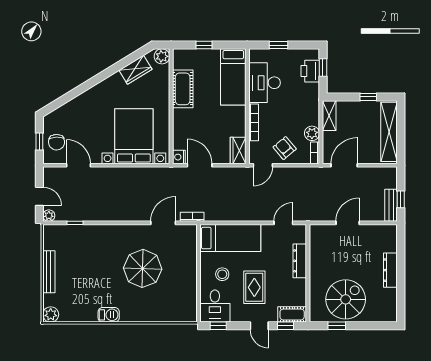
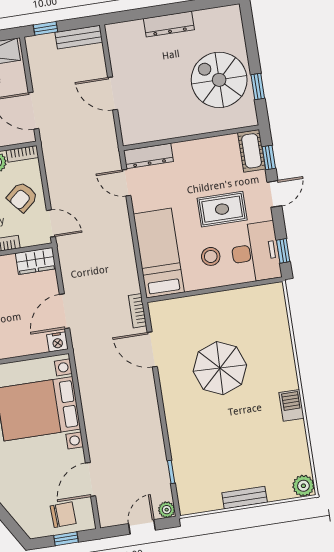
window: (401, 199) -> (45, 28), moved
dresser: (300, 261) -> (148, 156), moved
bench: (49, 272) -> (245, 498), width x0.73
desk: (215, 306) -> (255, 252), width x1.37

